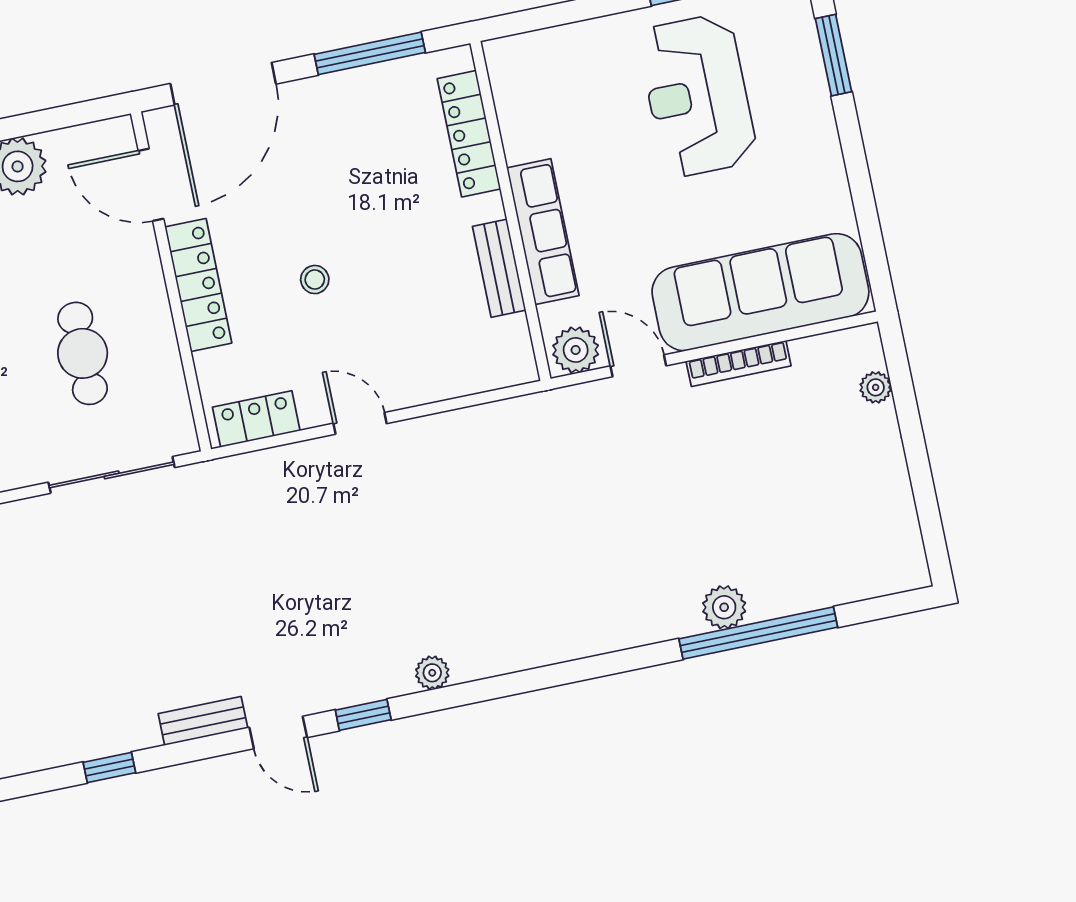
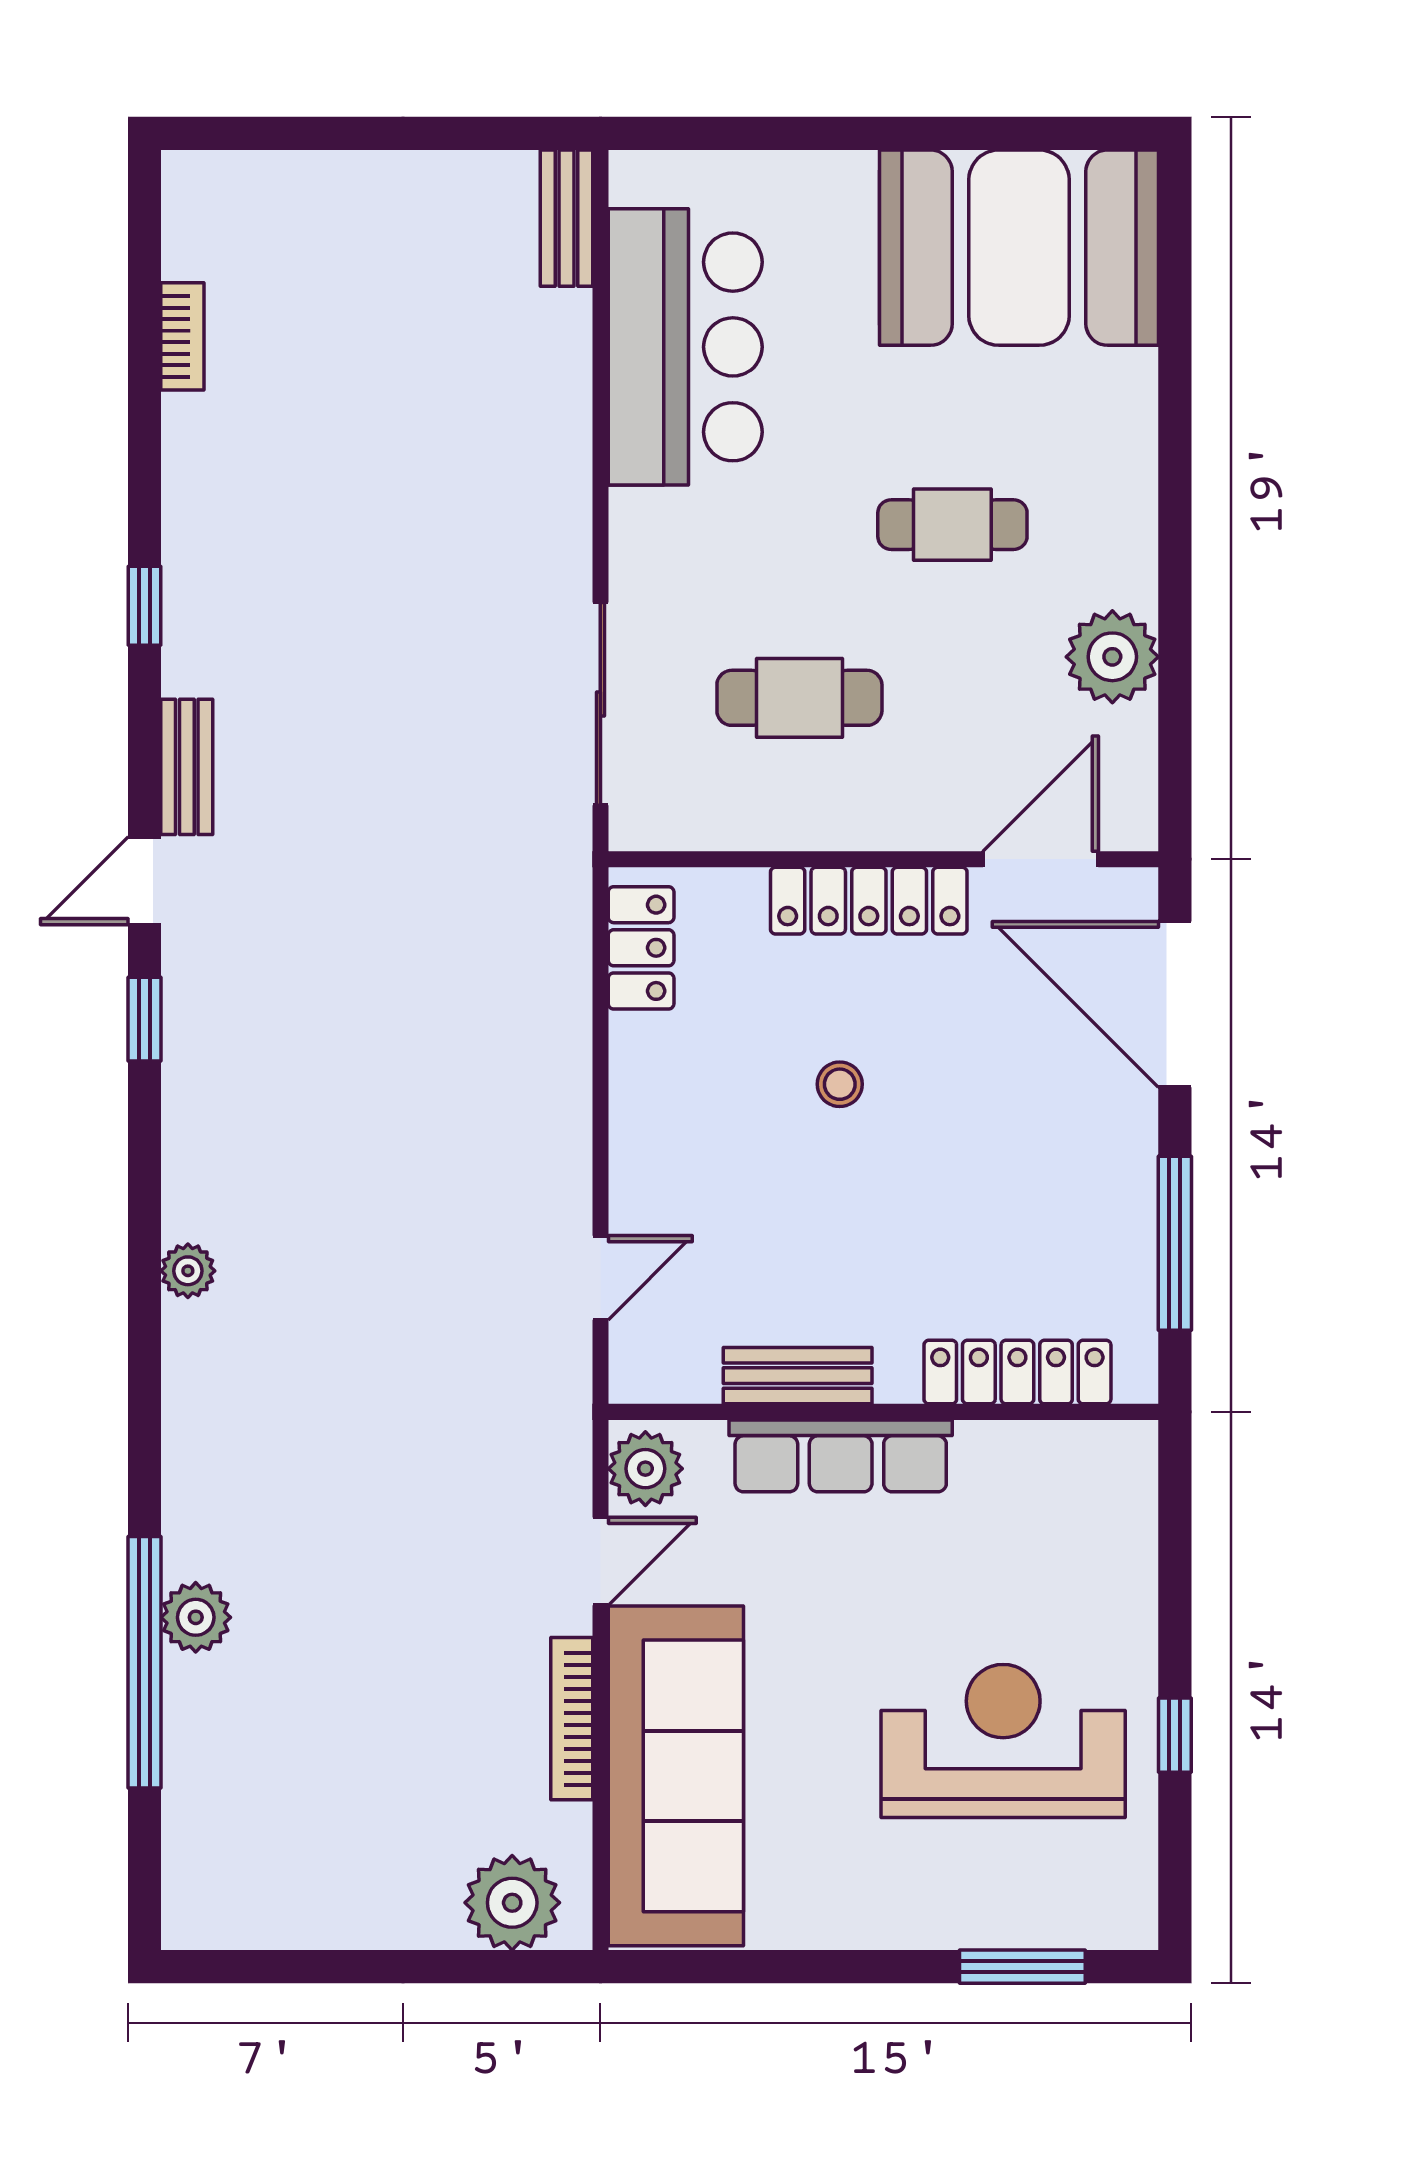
plant: (876, 387) -> (512, 1903), width x1.88, depth x1.88
door: (360, 423) -> (600, 1278), moved
plant: (432, 673) -> (188, 1271), moved

